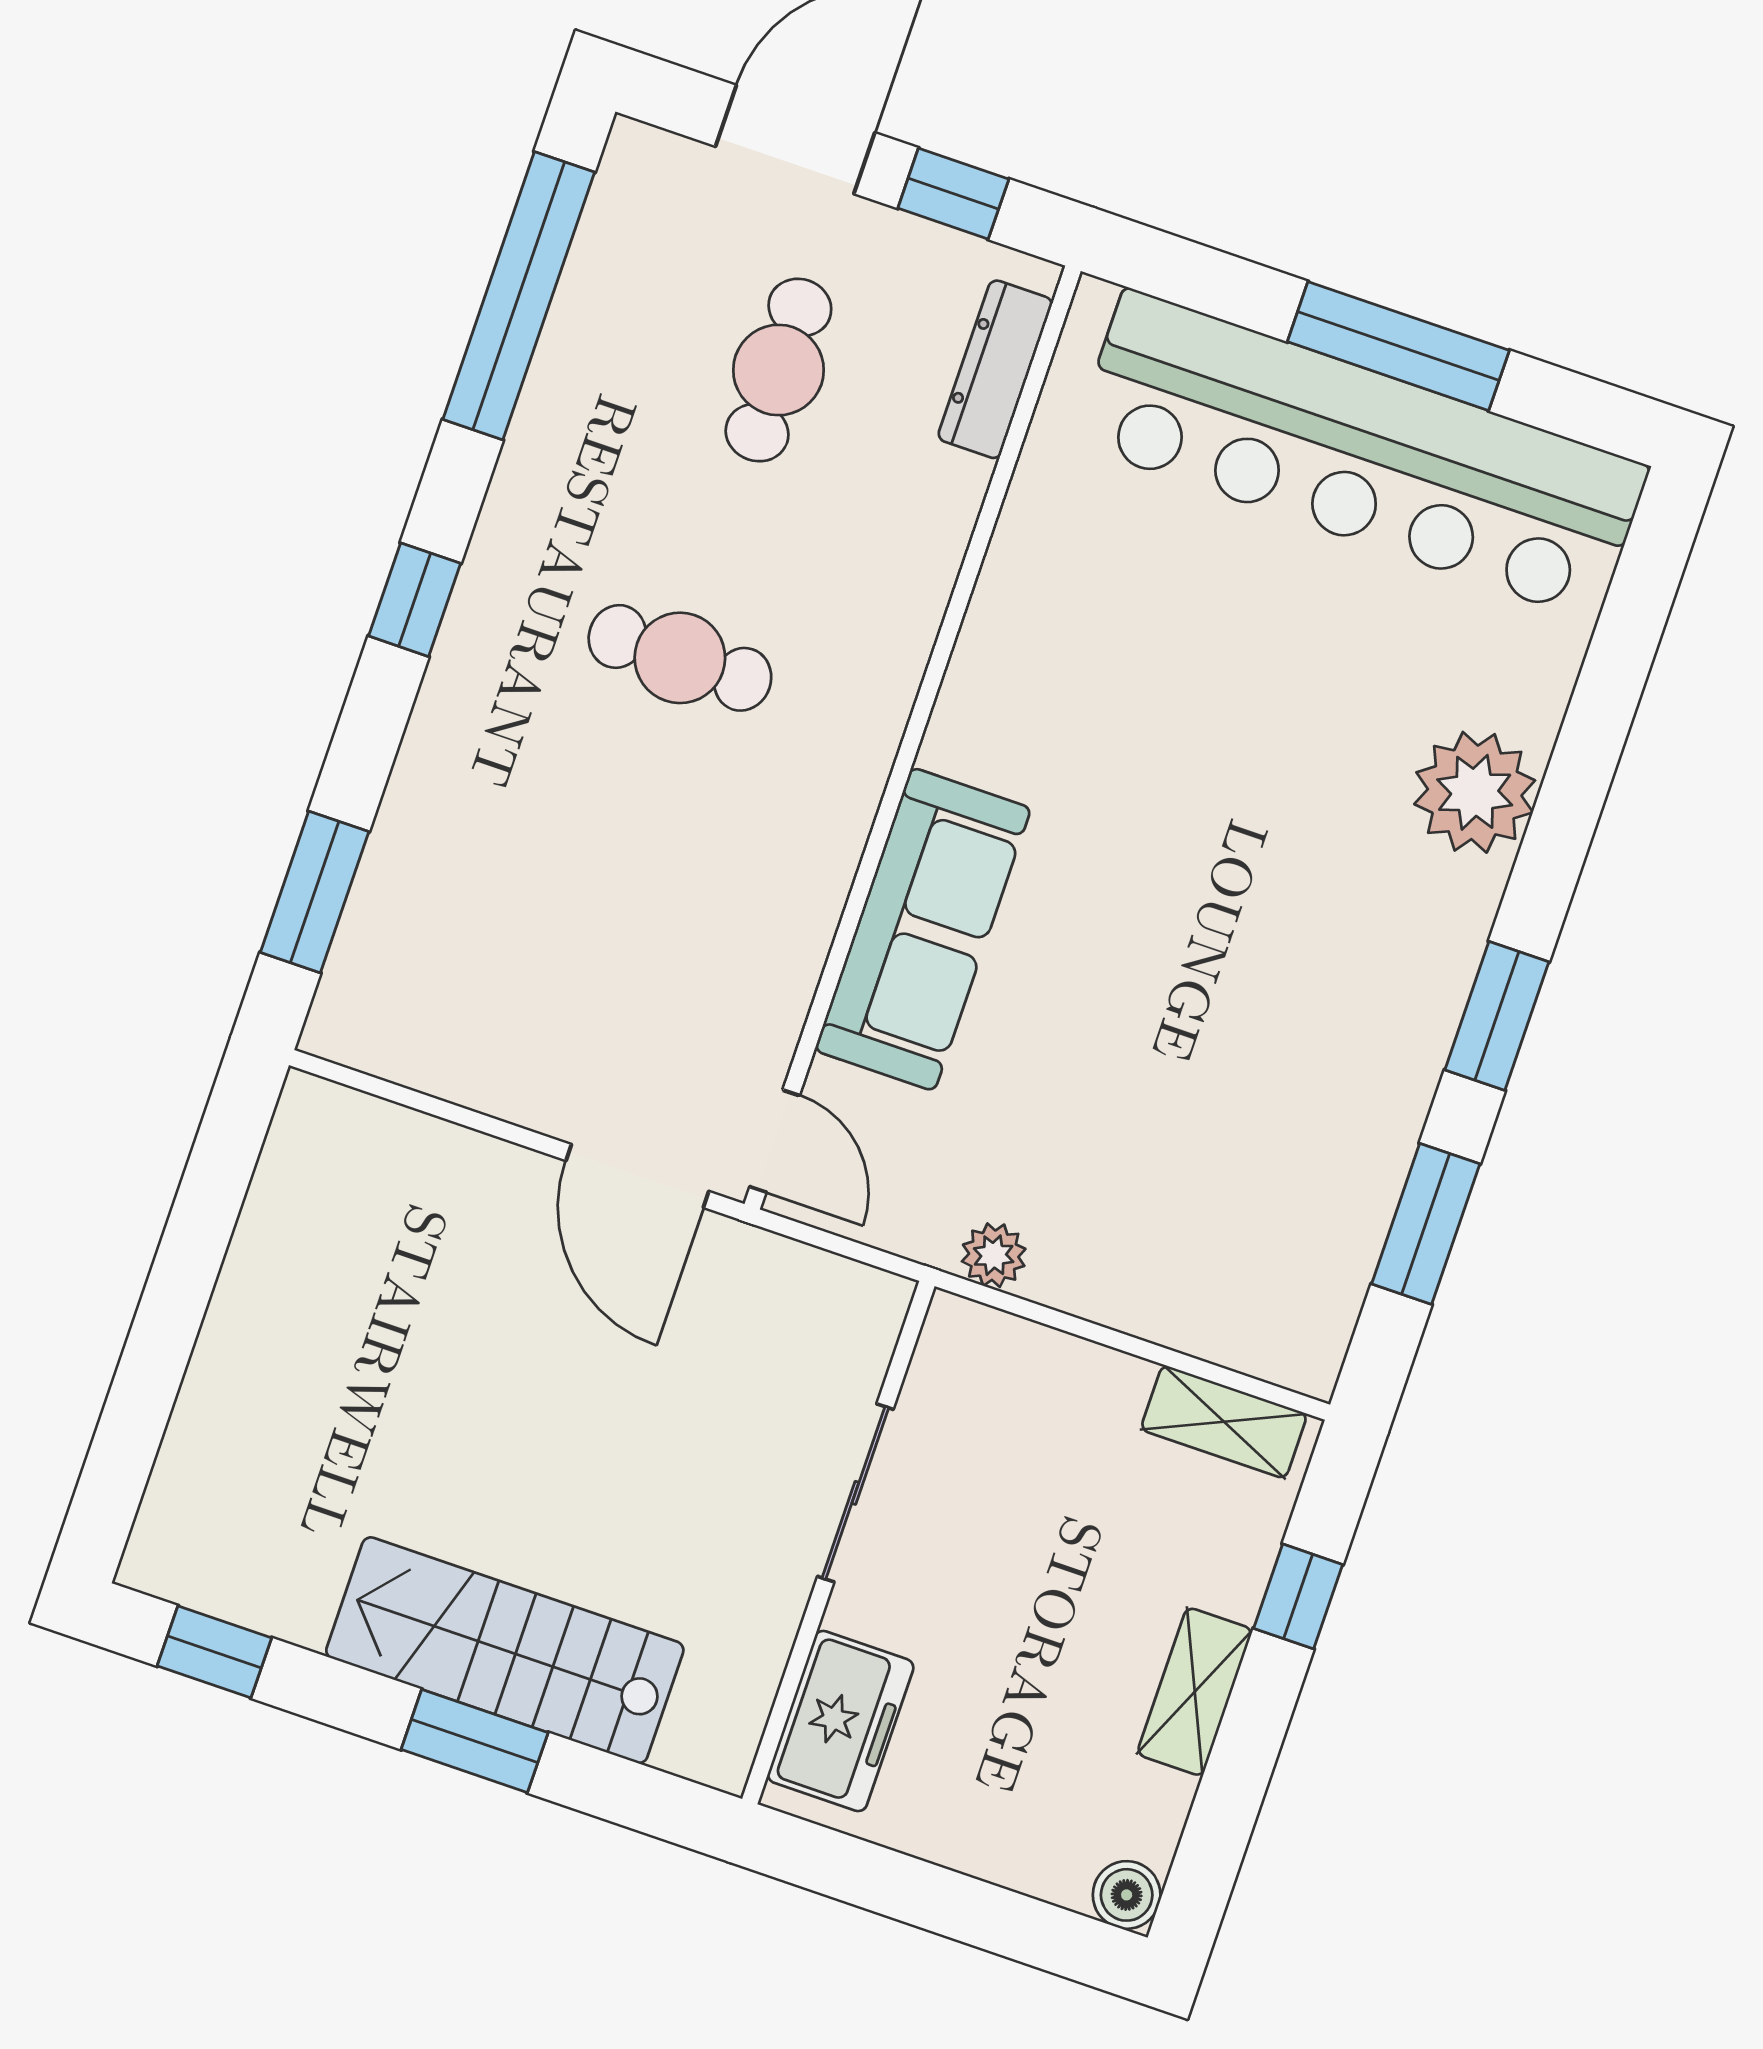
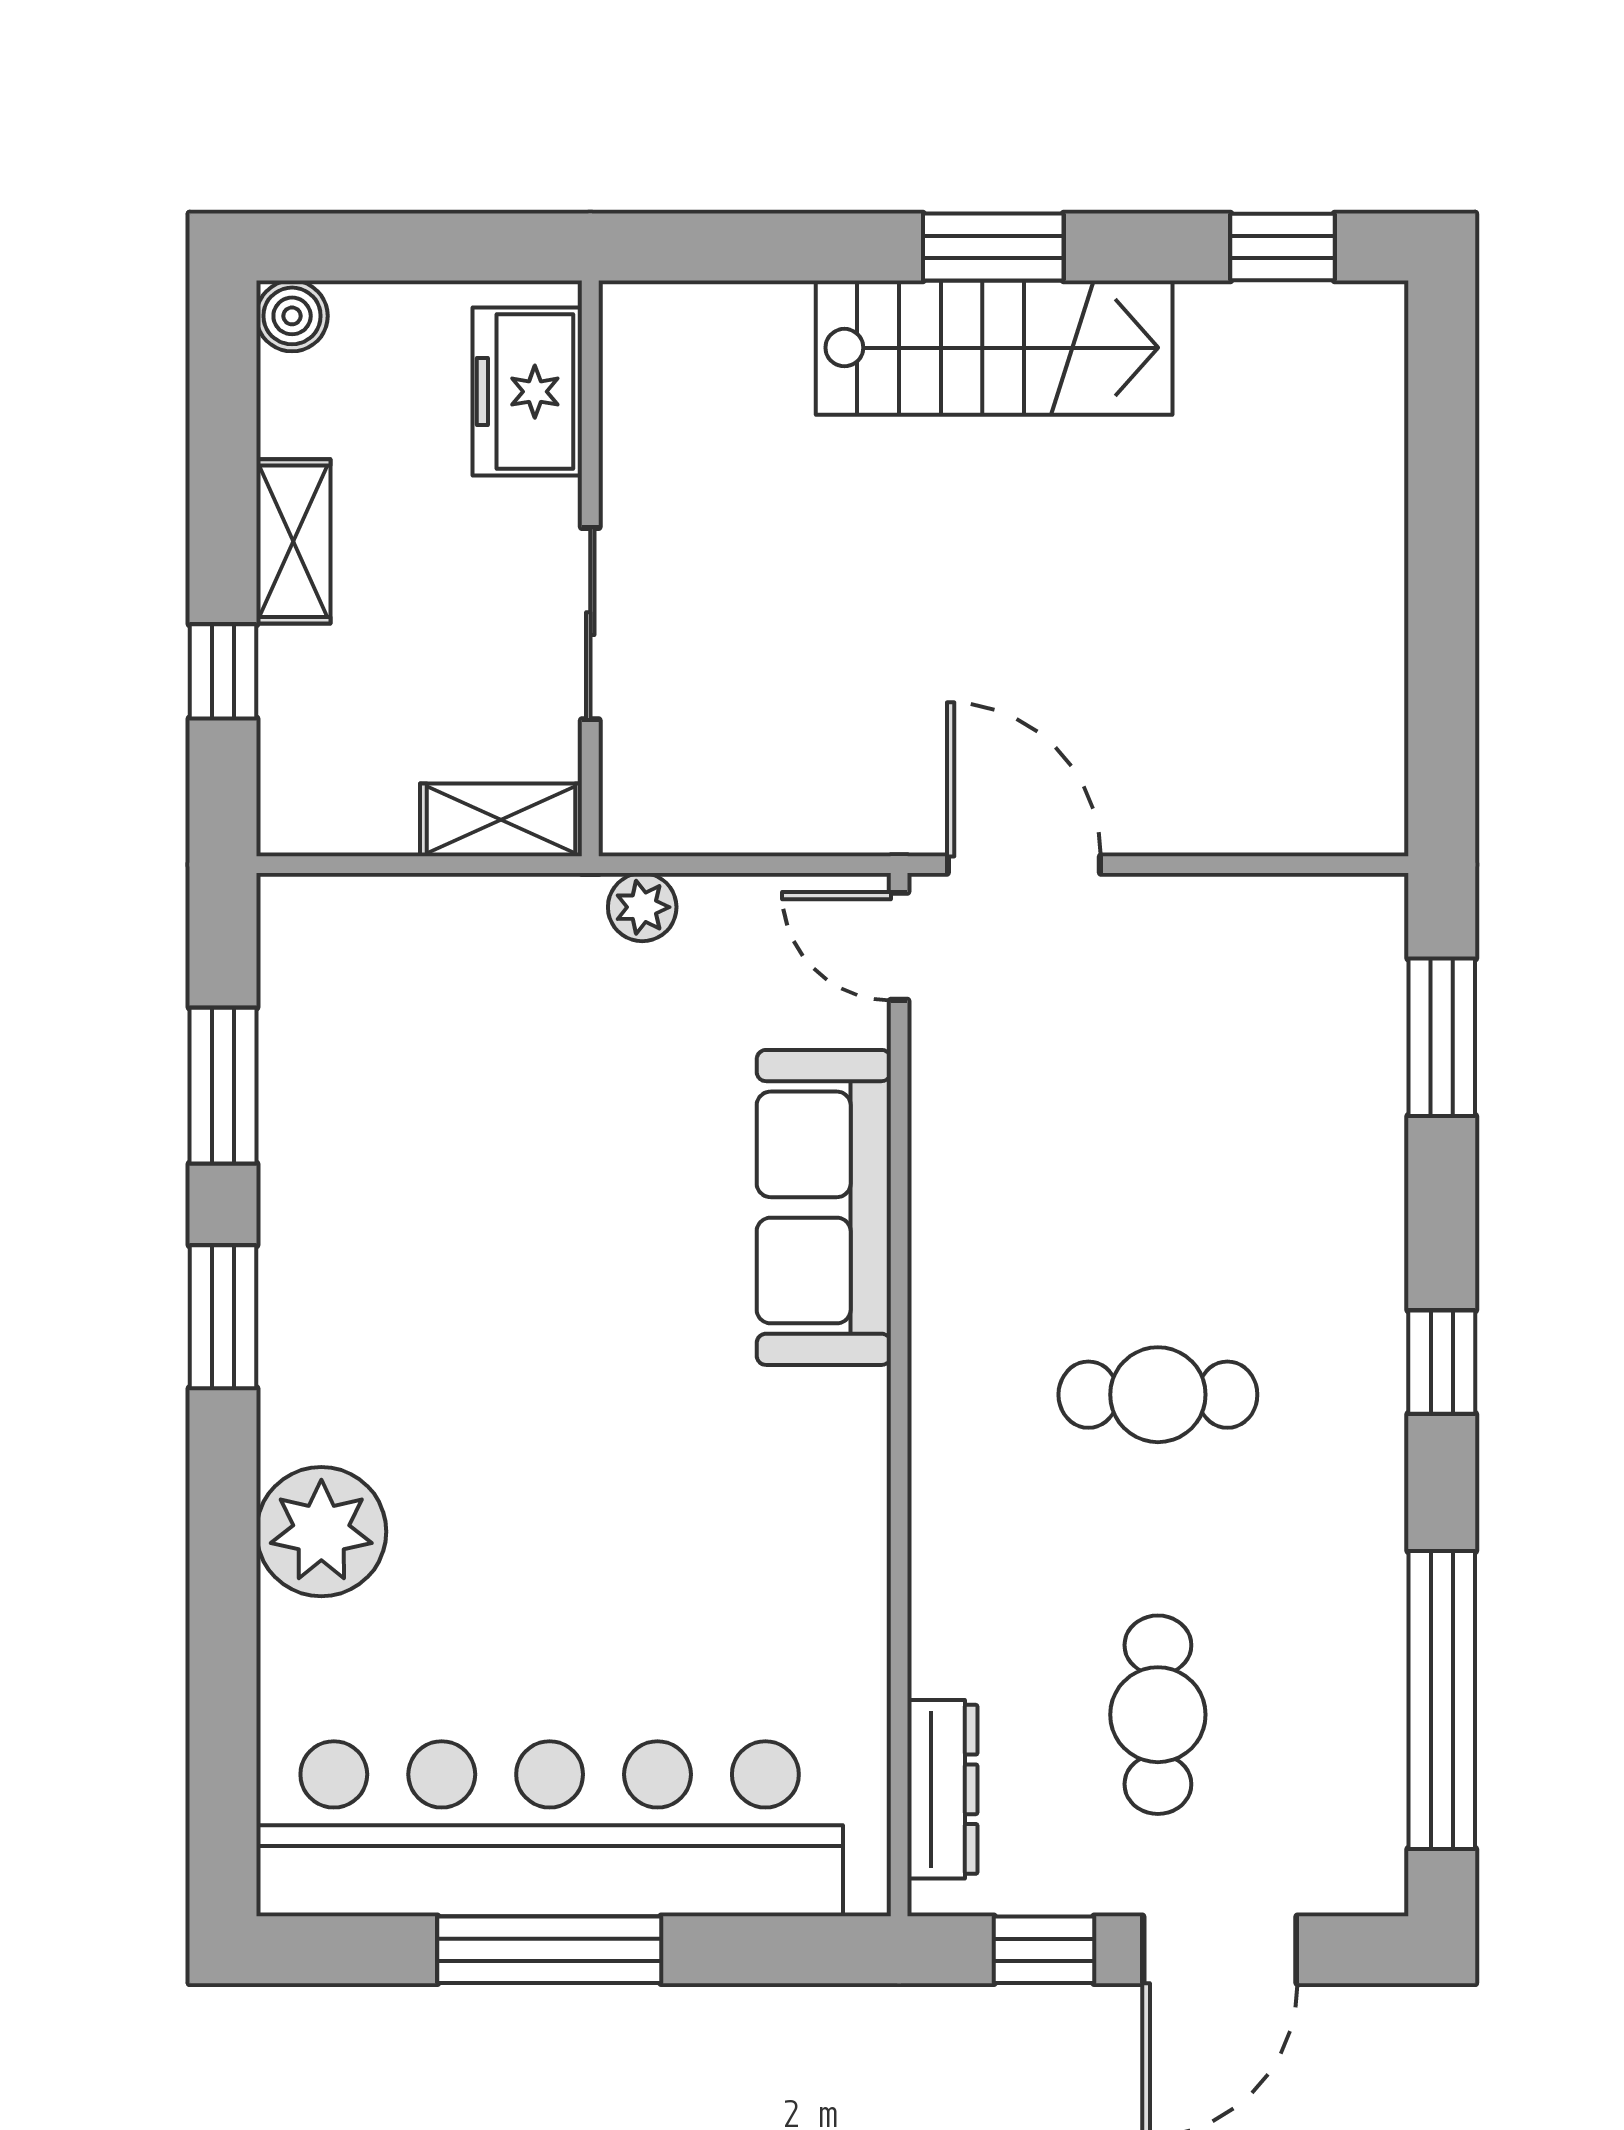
shelving: (1224, 1422) -> (501, 820), moved
sliding door: (855, 1493) -> (590, 624), moved
wall: (838, 1543) -> (590, 568), moved
freezer: (841, 1721) -> (527, 392), moved

